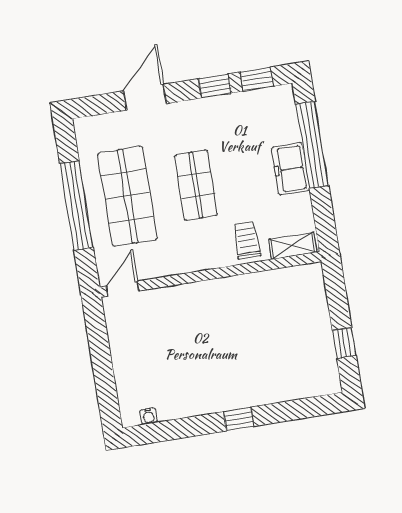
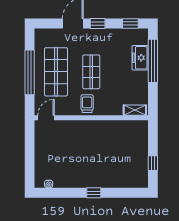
window: (215, 86) -> (98, 24), moved
freezer: (290, 169) -> (140, 58), moved
trolley: (247, 240) -> (87, 104), moved

